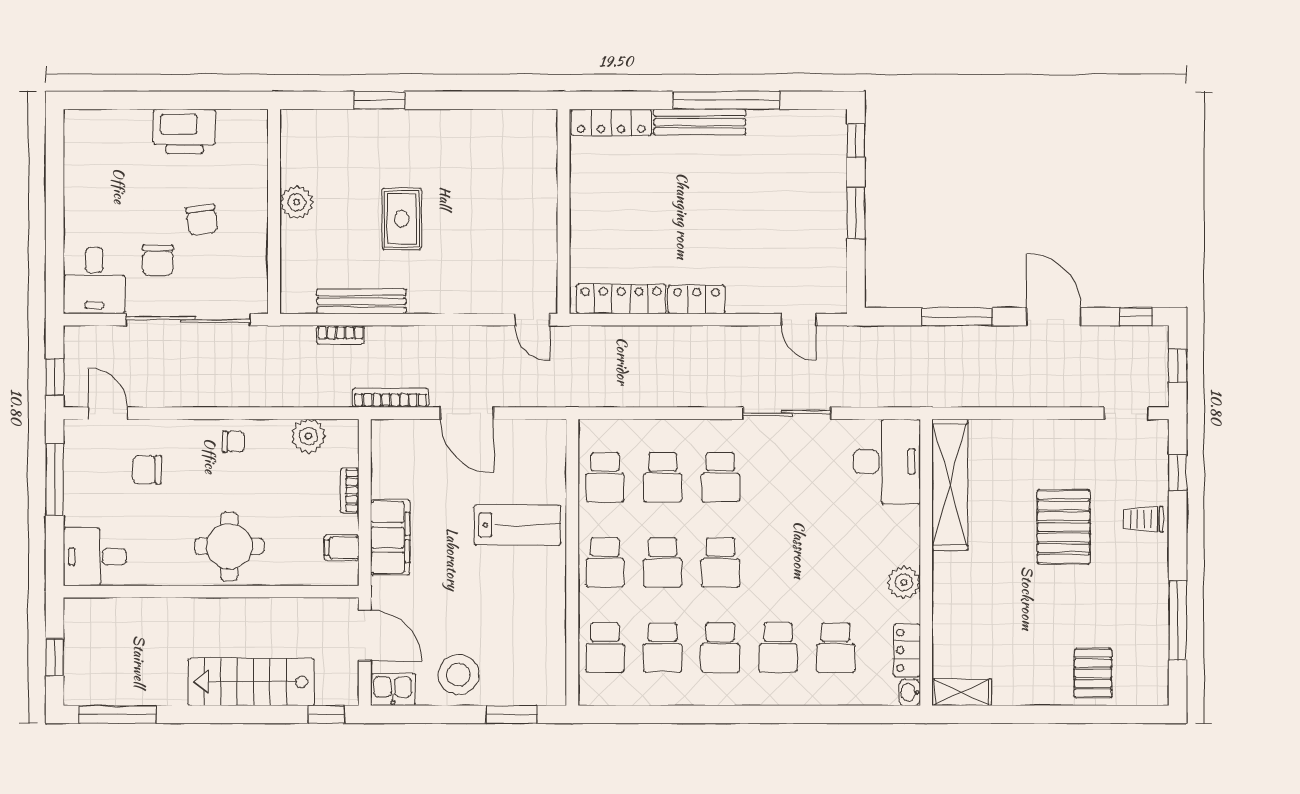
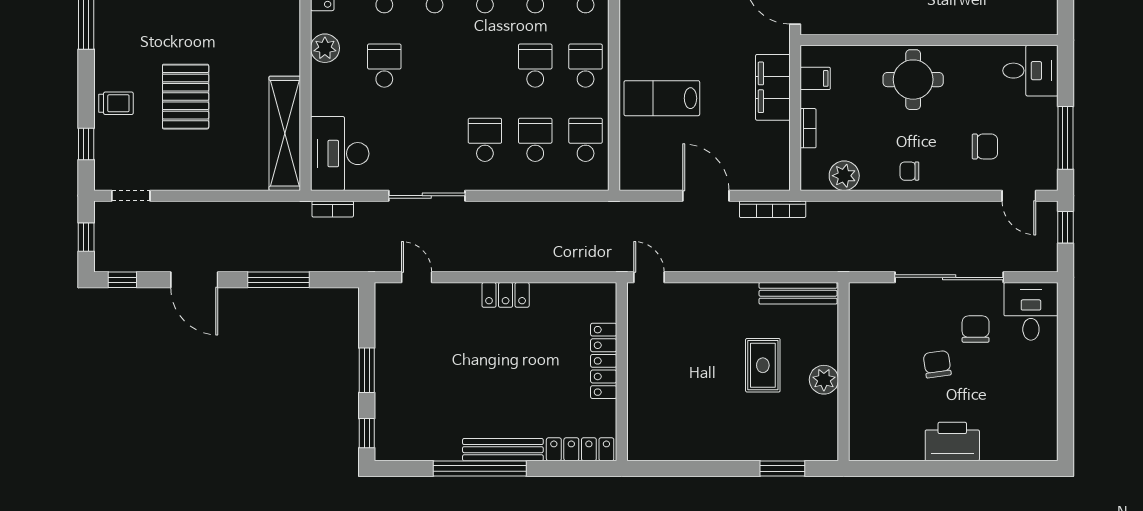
plant: (296, 202) -> (824, 380), moved
wall: (274, 211) -> (844, 372), moved
locker: (621, 299) -> (604, 361), moved, turned 90
bookcase: (341, 335) -> (333, 209), moved, turned 180
school desk: (720, 562) -> (384, 66), moved

